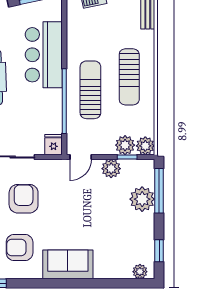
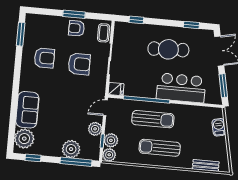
door: (81, 157) -> (105, 108), hinge flipped
armchair: (20, 248) -> (44, 58), turned 90
sofa: (68, 264) -> (27, 110), moved
plant: (140, 272) -> (24, 139), width x1.87, depth x1.87

